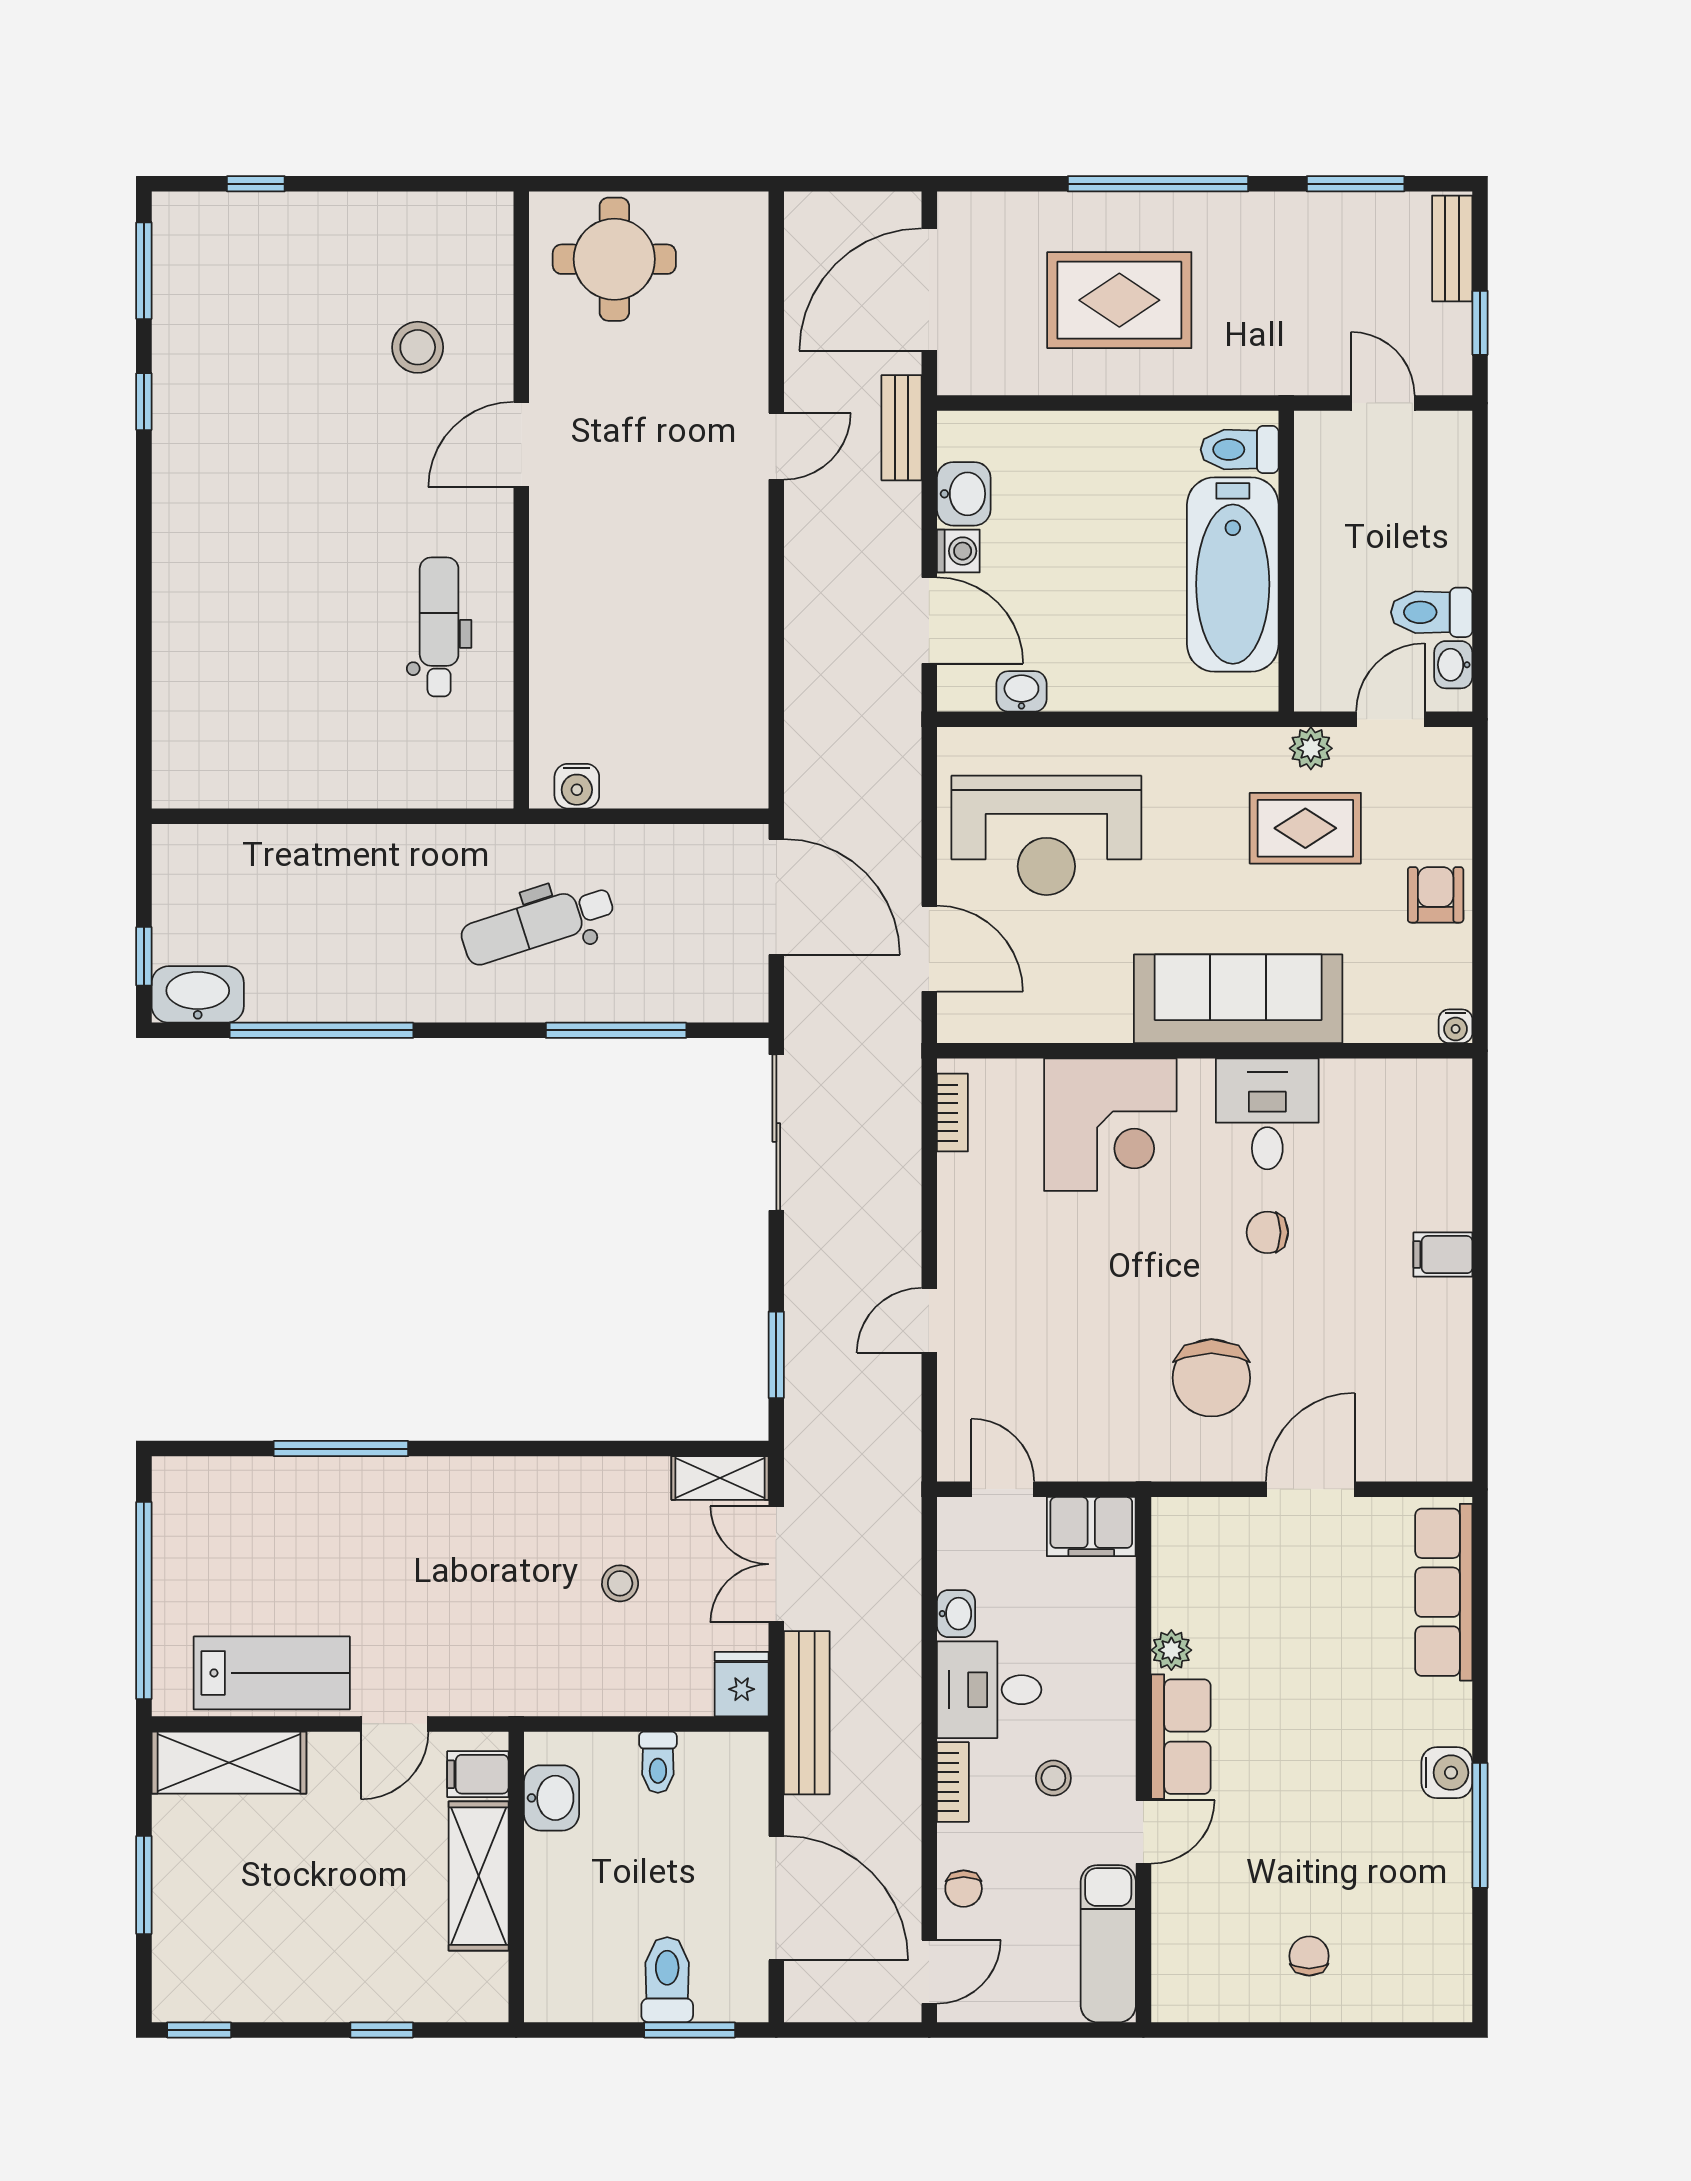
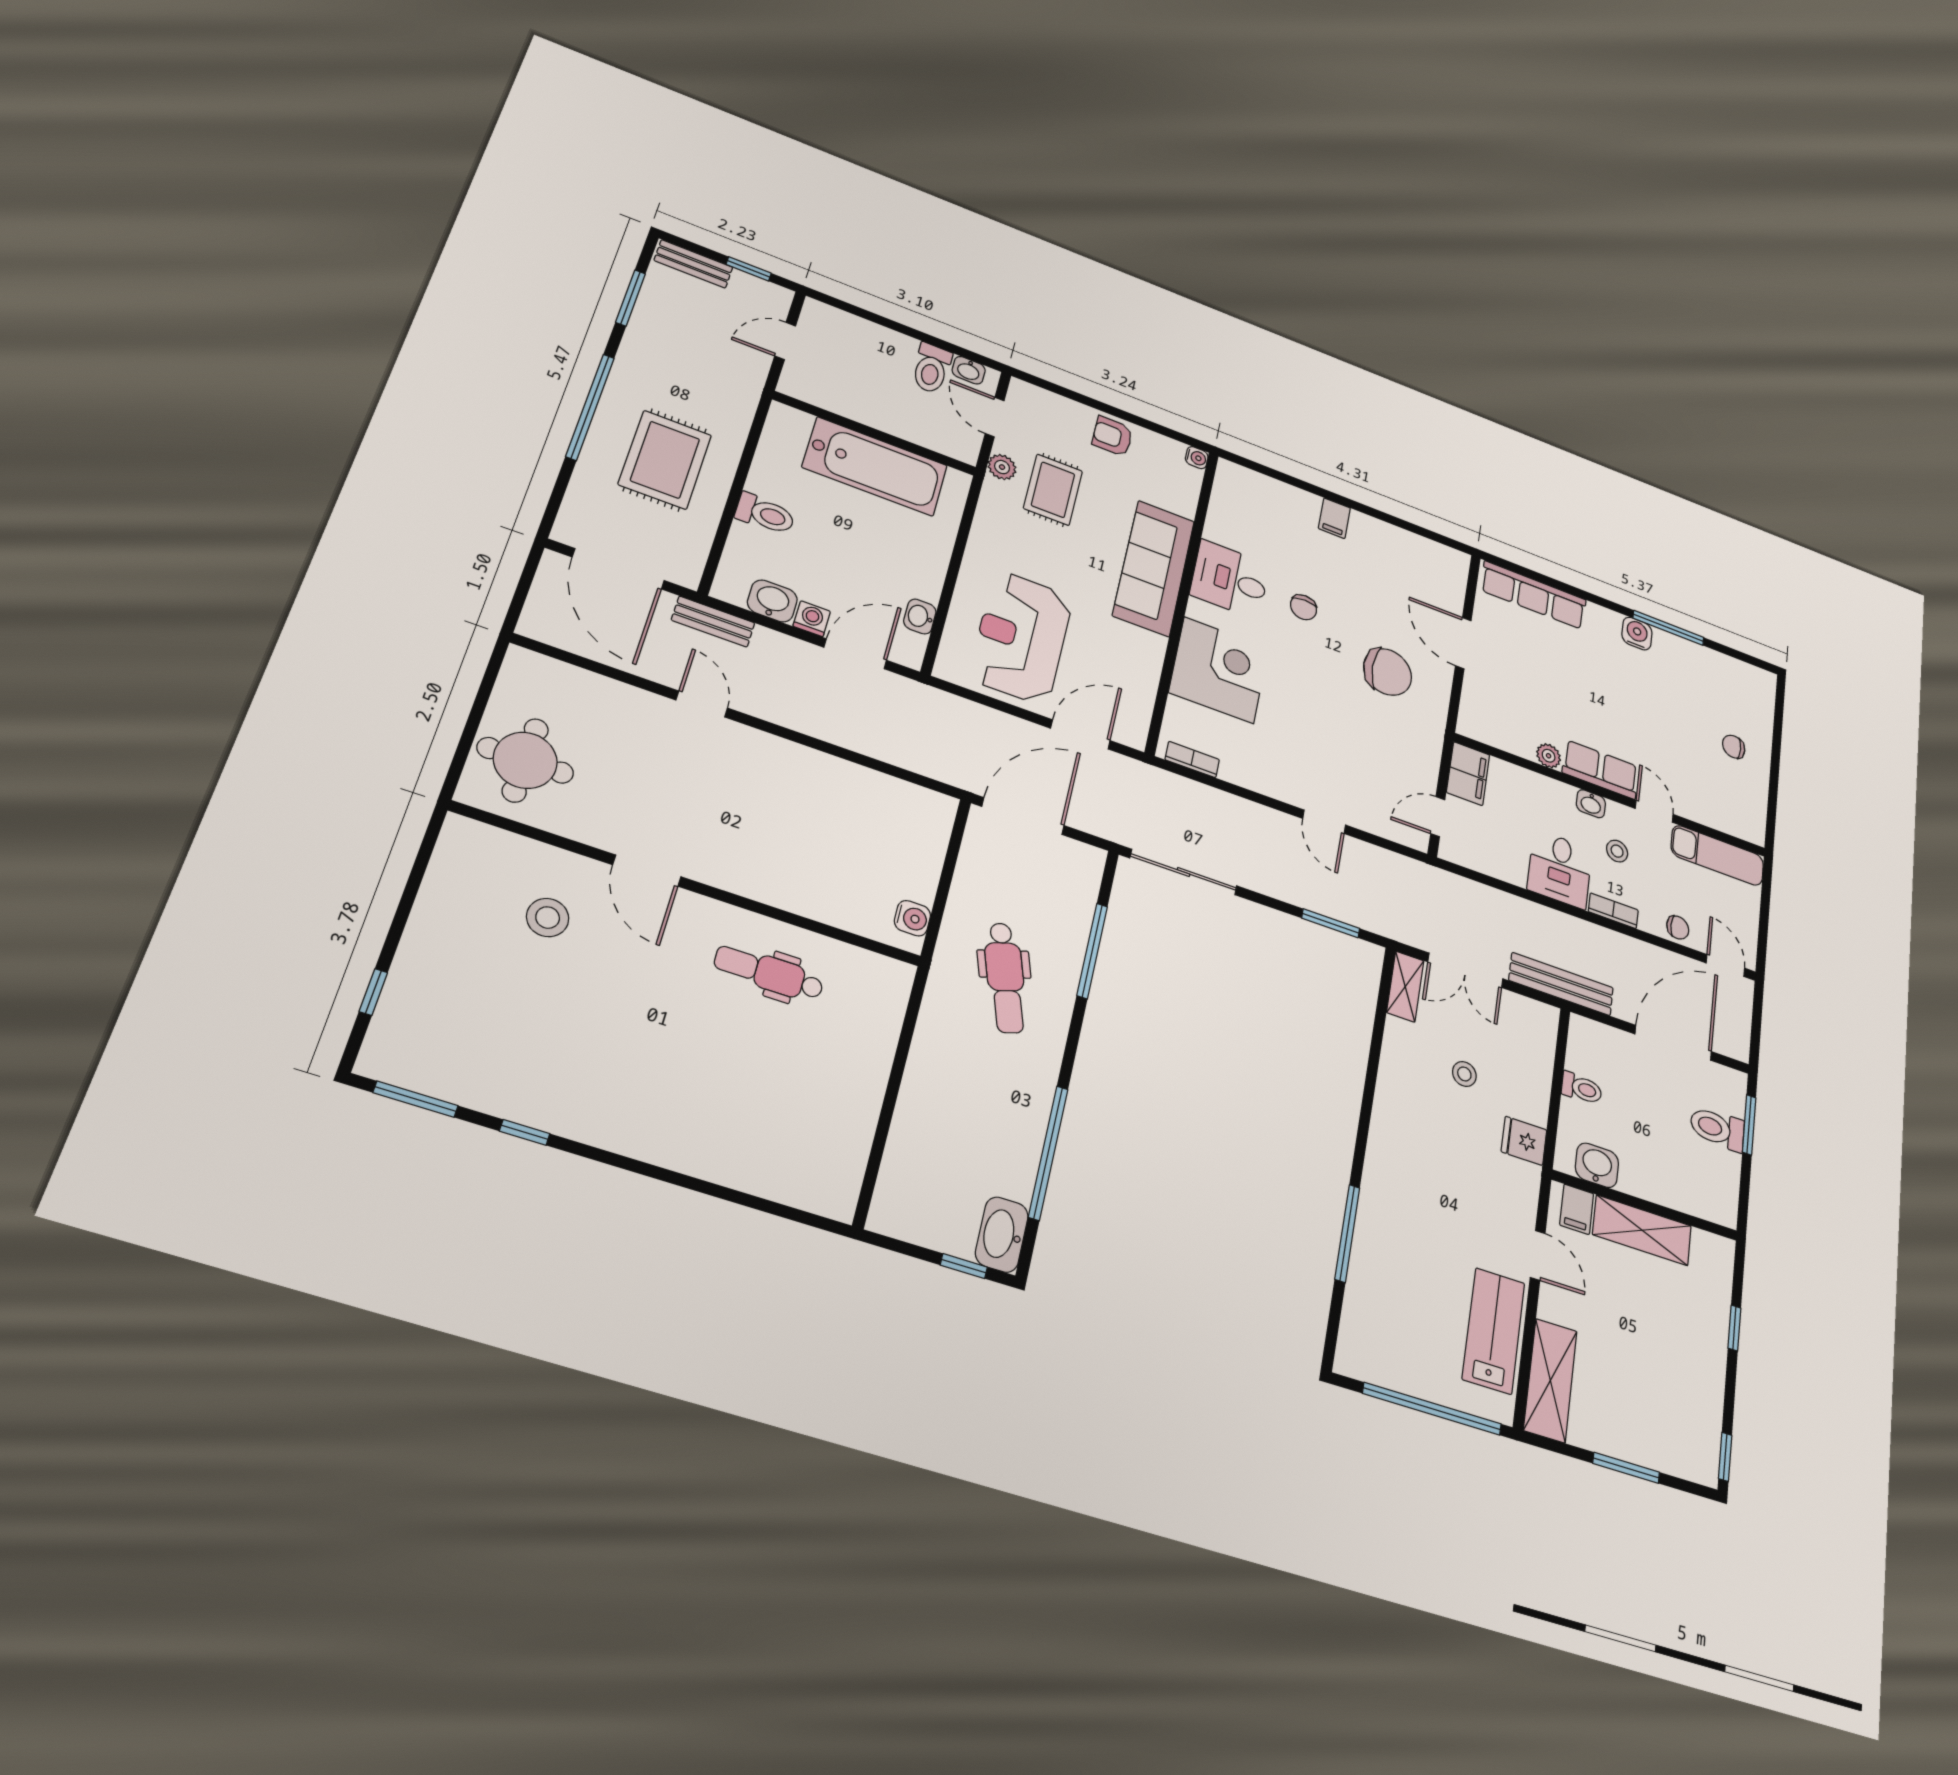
toilet: (1240, 450) -> (765, 514), moved, turned -90
reception desk: (1046, 835) -> (1021, 637), turned 180
washbasin: (956, 1614) -> (1591, 804), moved, turned 180
fridge: (742, 1684) -> (1524, 1141), moved

